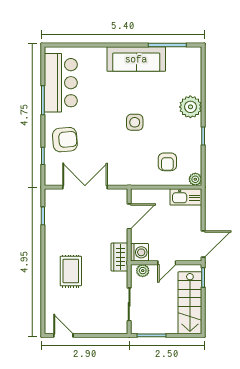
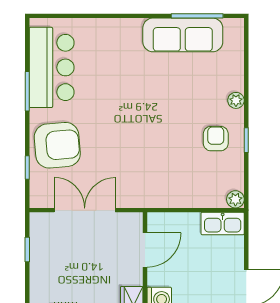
sofa: (136, 59) -> (183, 35), moved
plant: (190, 107) -> (236, 100), width x0.53, depth x0.53
side table: (135, 122) -> (153, 122), removed
armchair: (65, 140) -> (57, 145), width x1.36, depth x1.36
armchair: (167, 162) -> (216, 139), moved, turned 180

